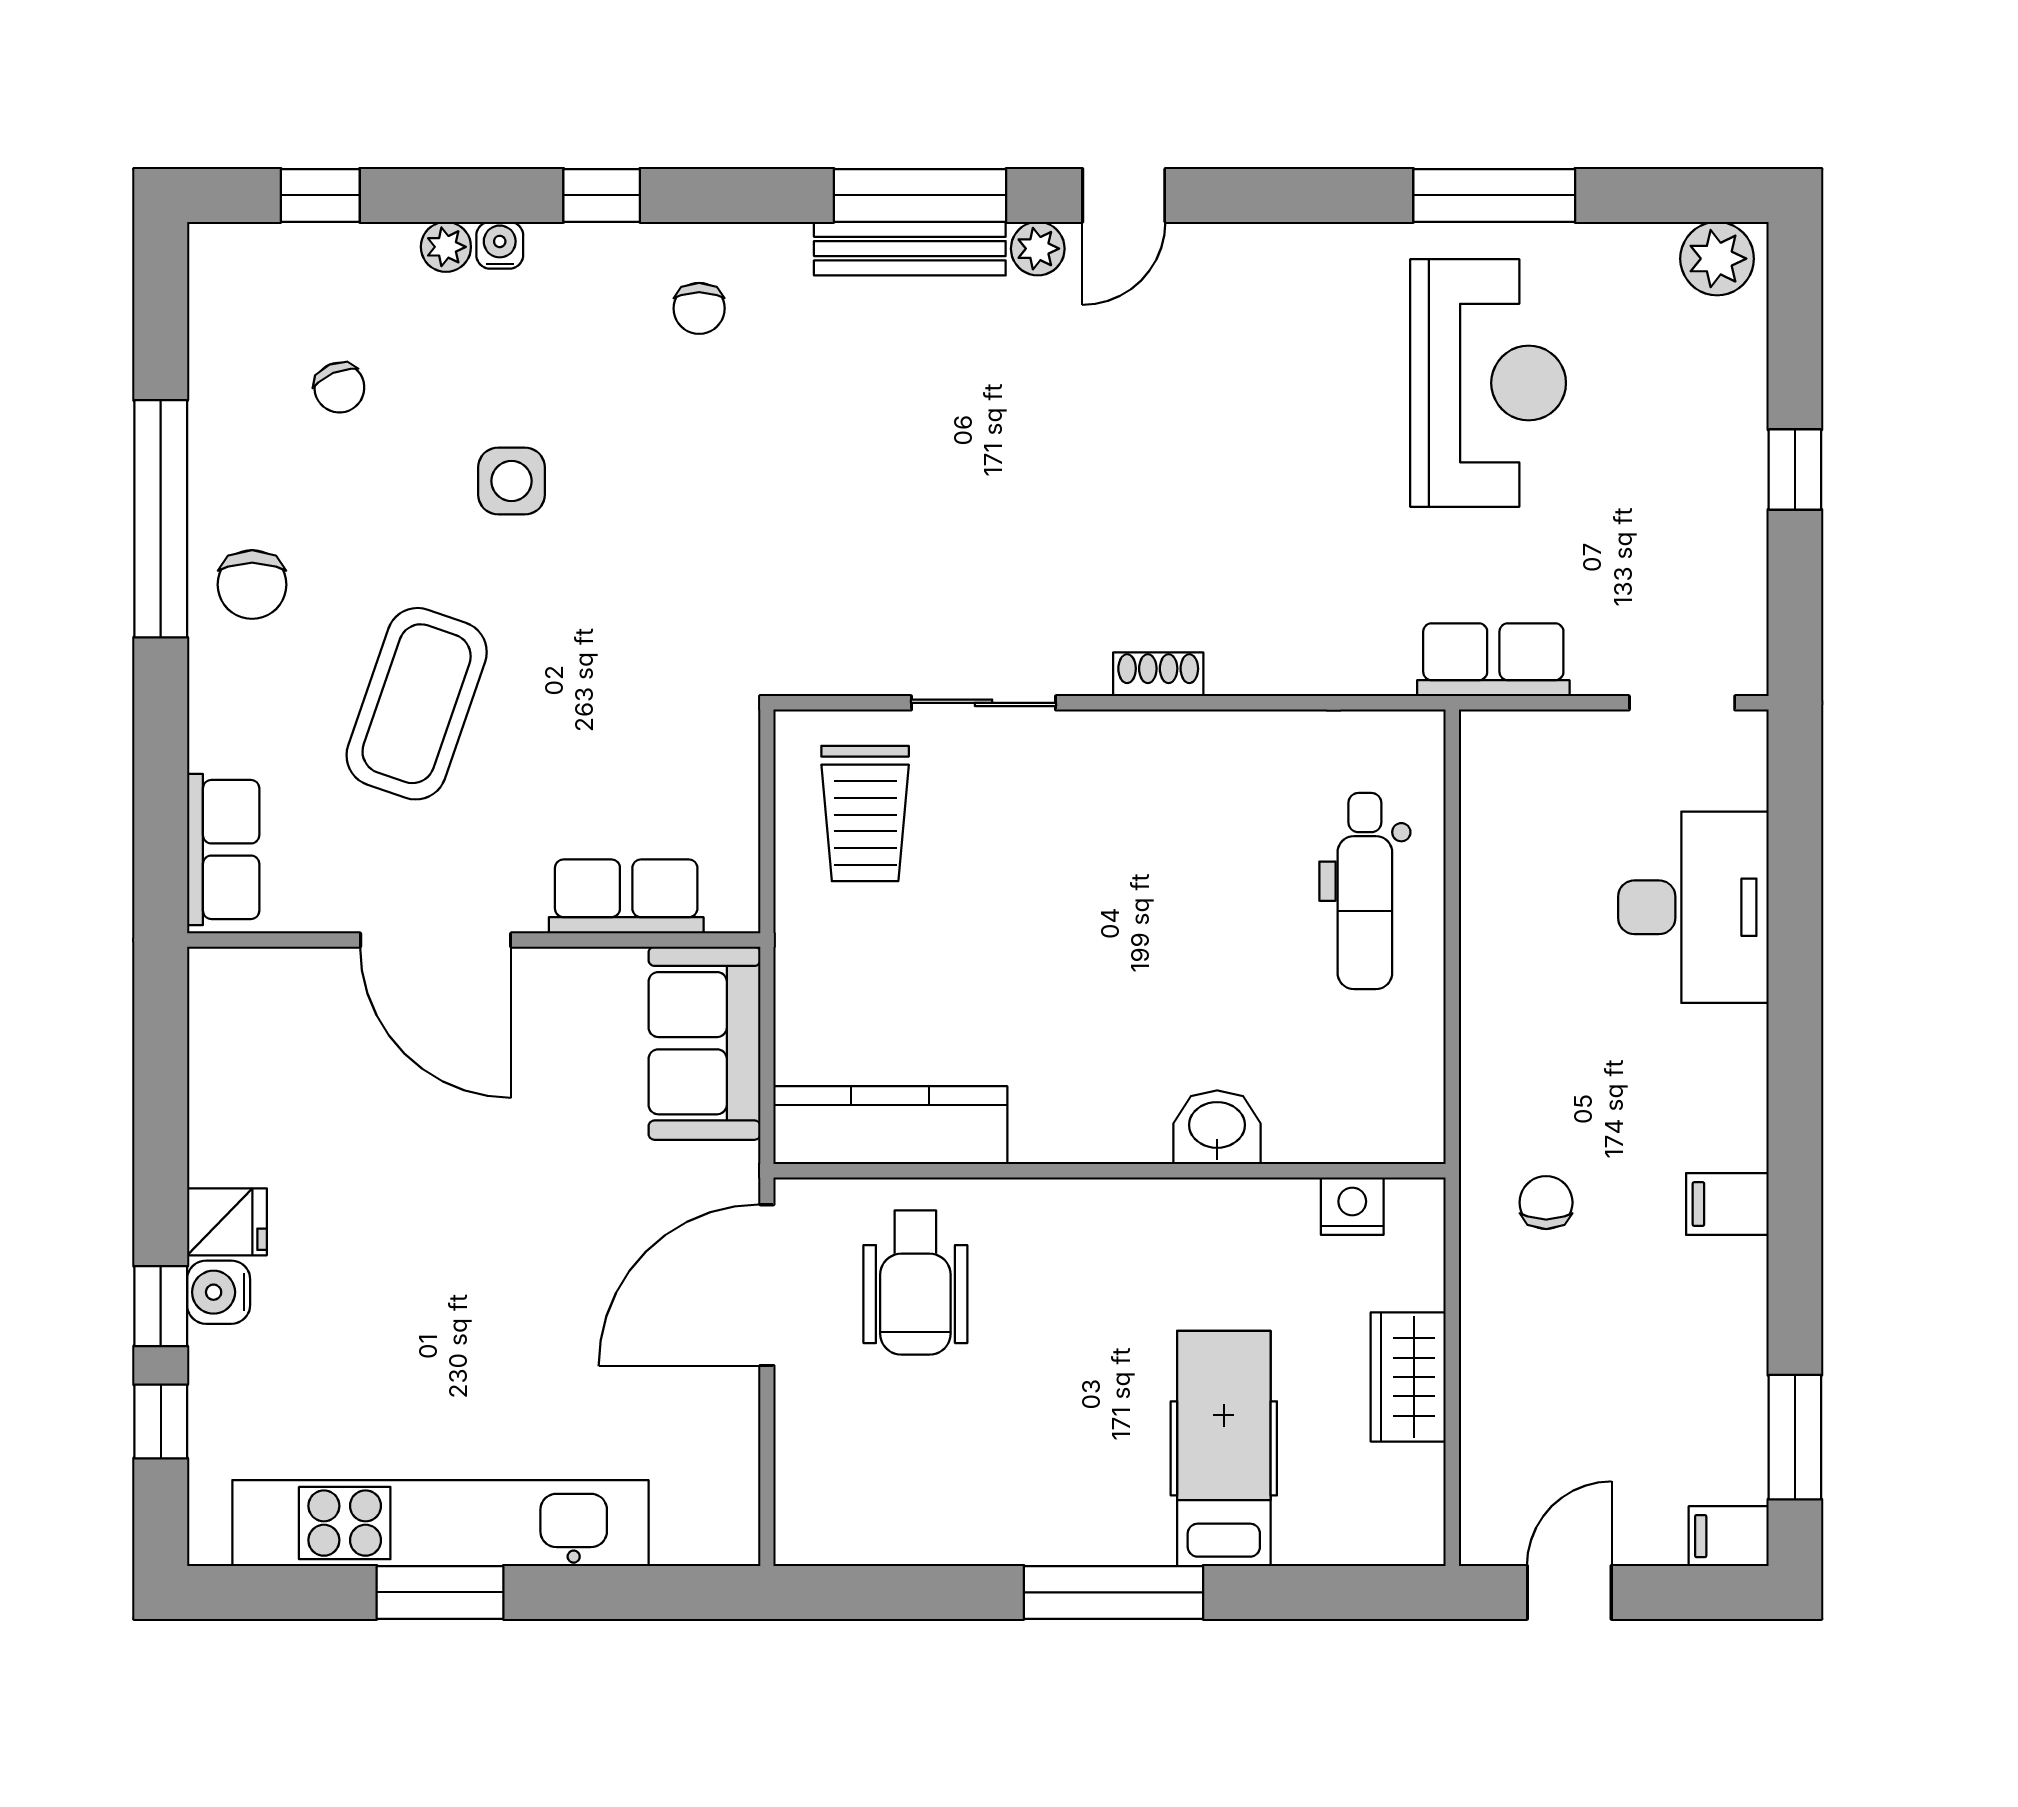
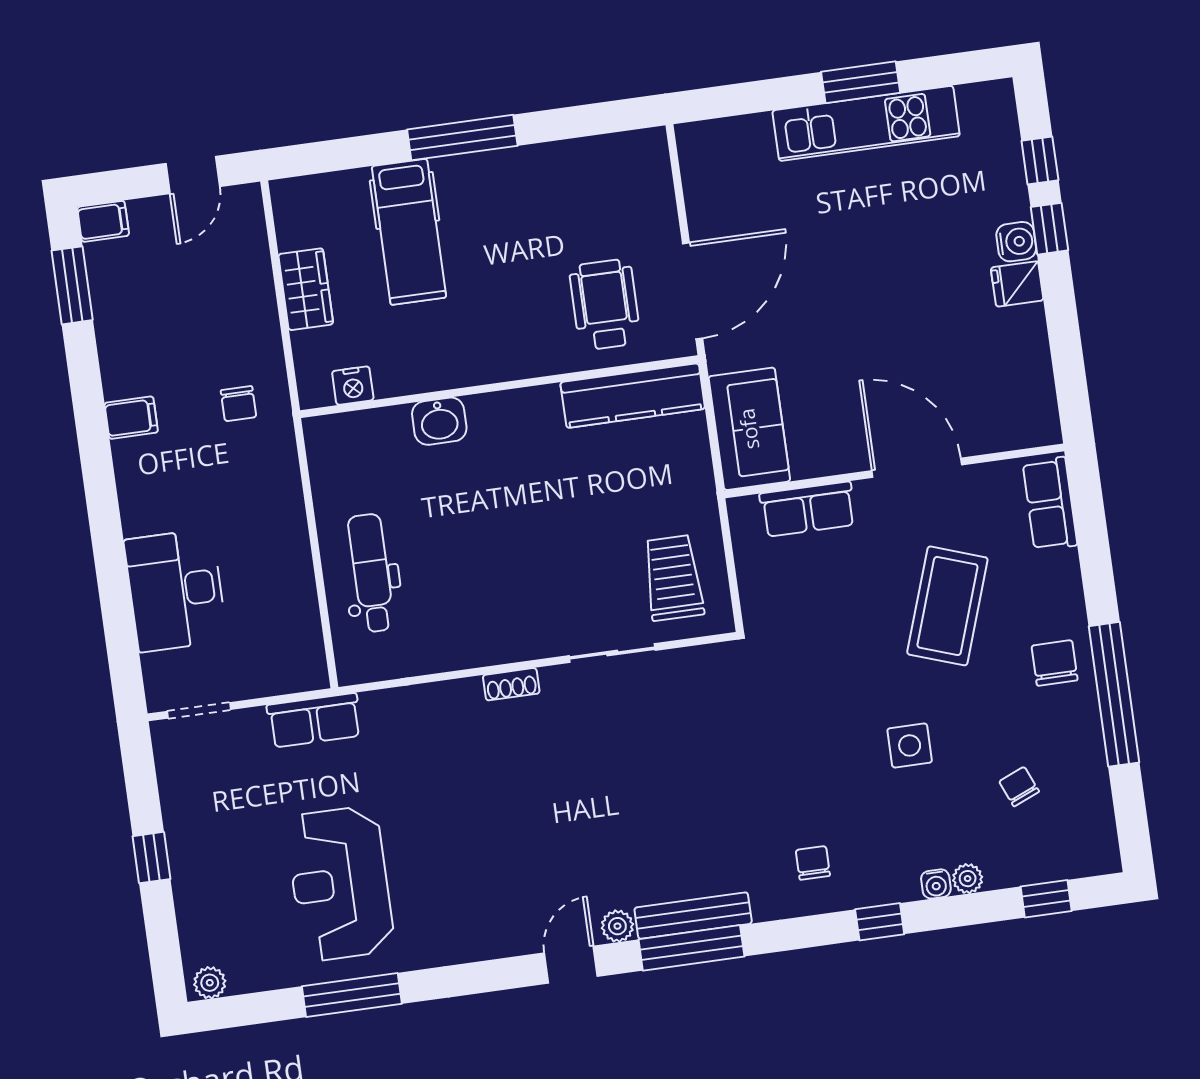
plant: (1717, 259) -> (210, 983), width x0.73, depth x0.73
kitchen unit: (440, 1523) -> (866, 123), width x0.73

